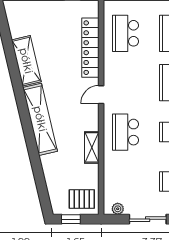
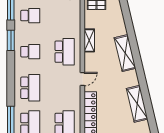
shelving: (40, 119) -> (125, 53), width x0.68

